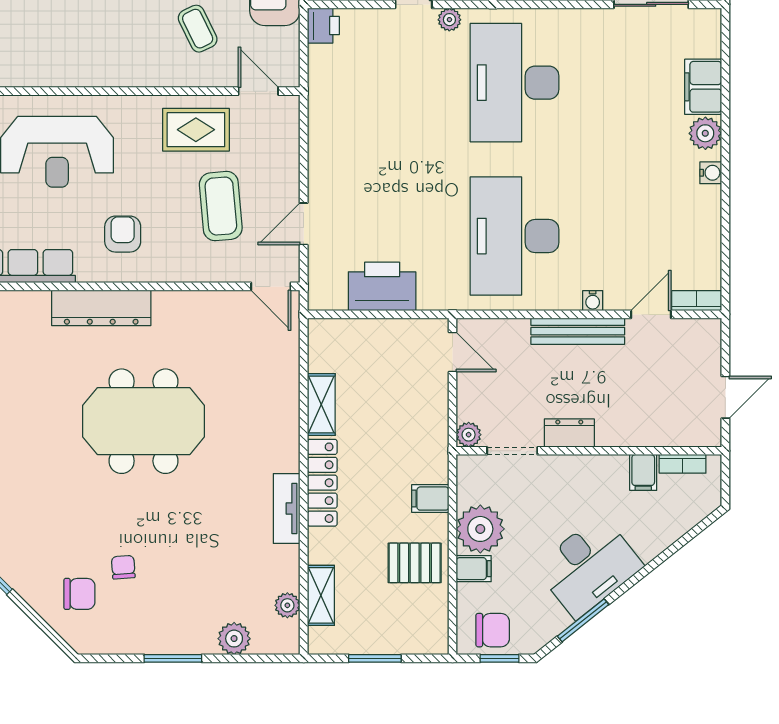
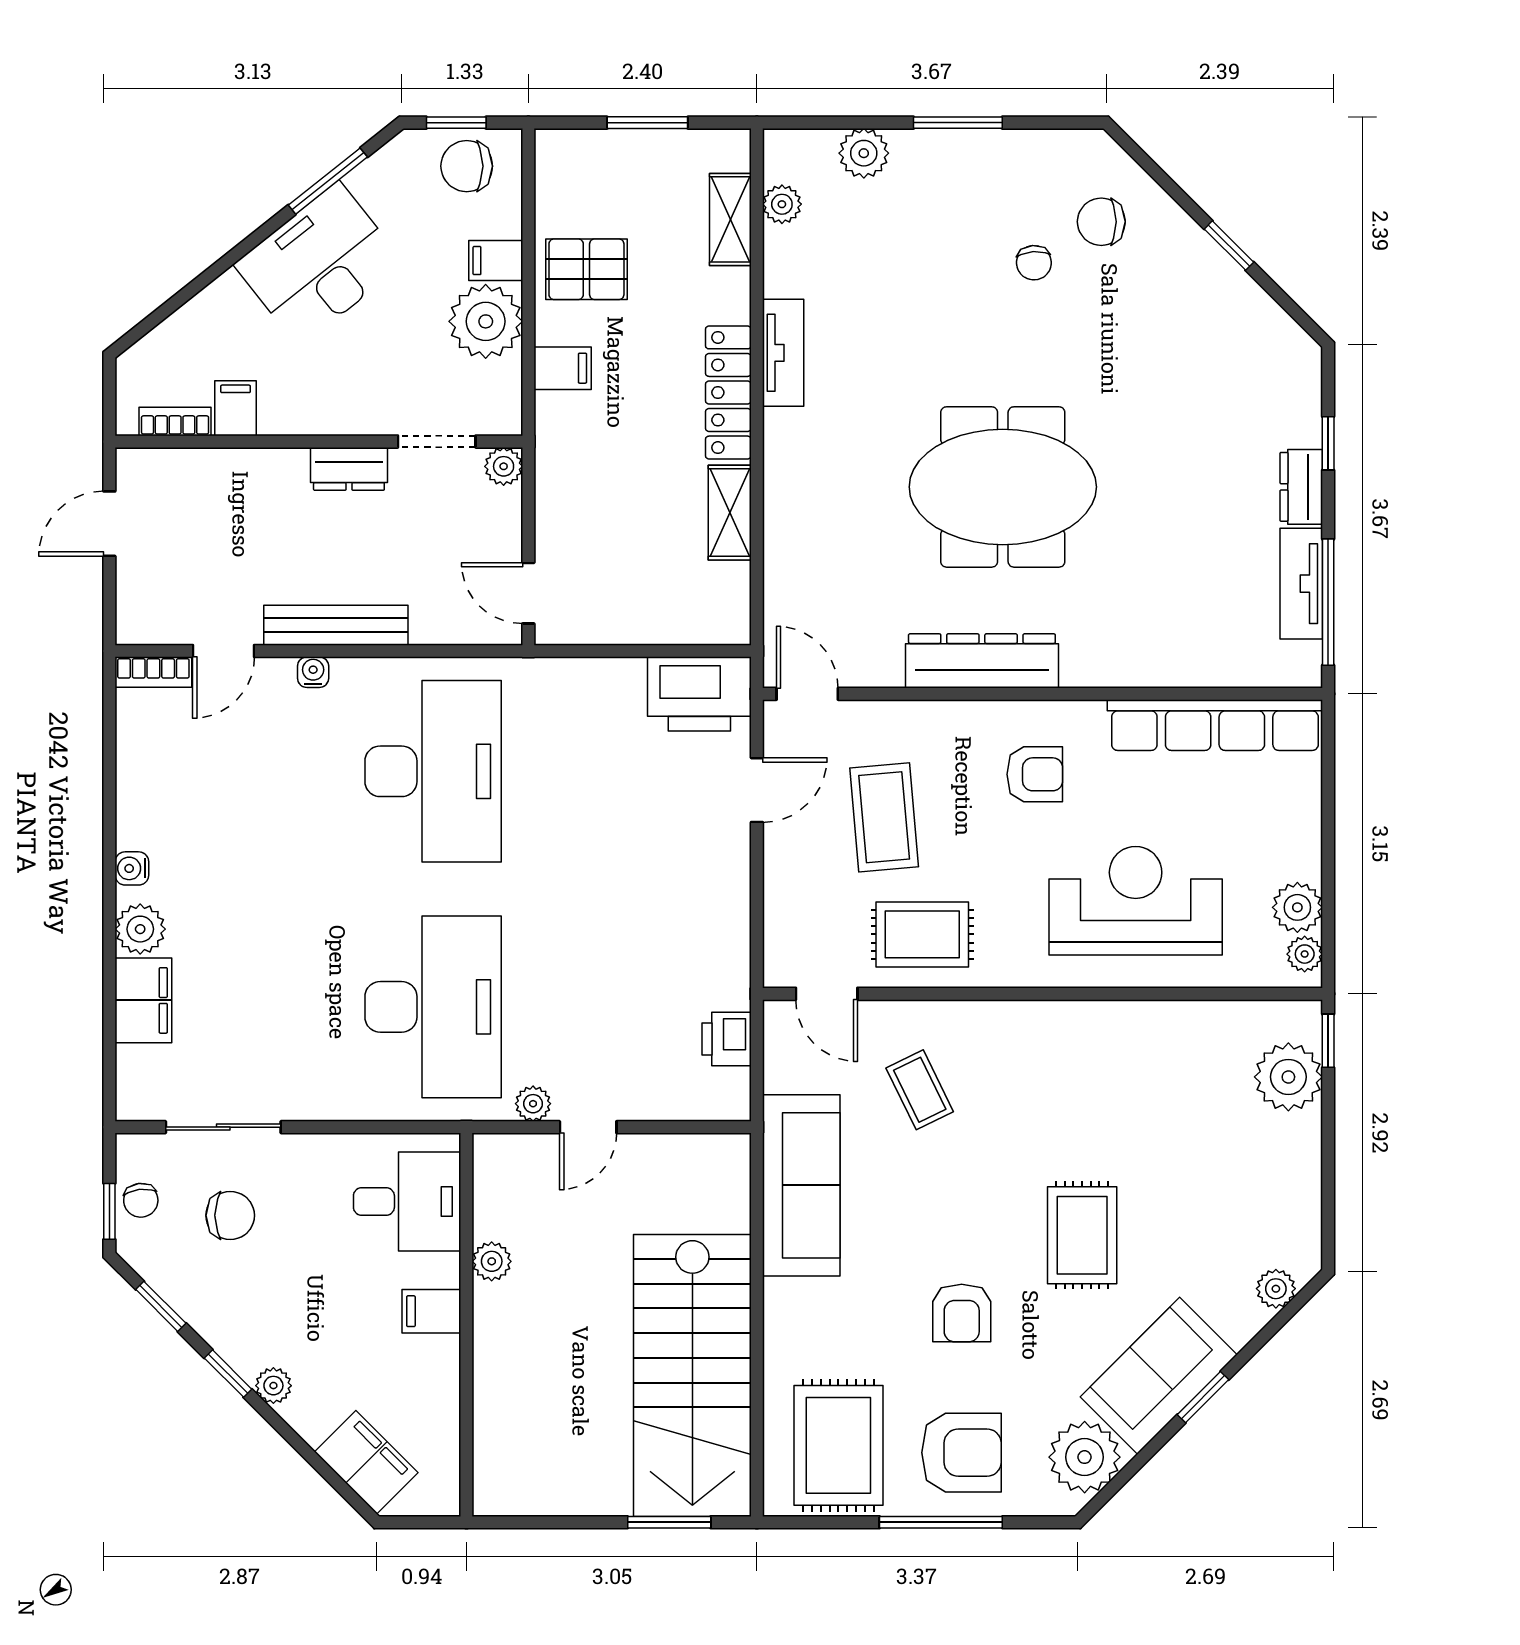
printer: (323, 26) -> (727, 1039), moved
armchair: (123, 234) -> (1035, 774), turned -90
printer: (382, 286) -> (699, 694), moved
dresser: (101, 308) -> (982, 661), moved

